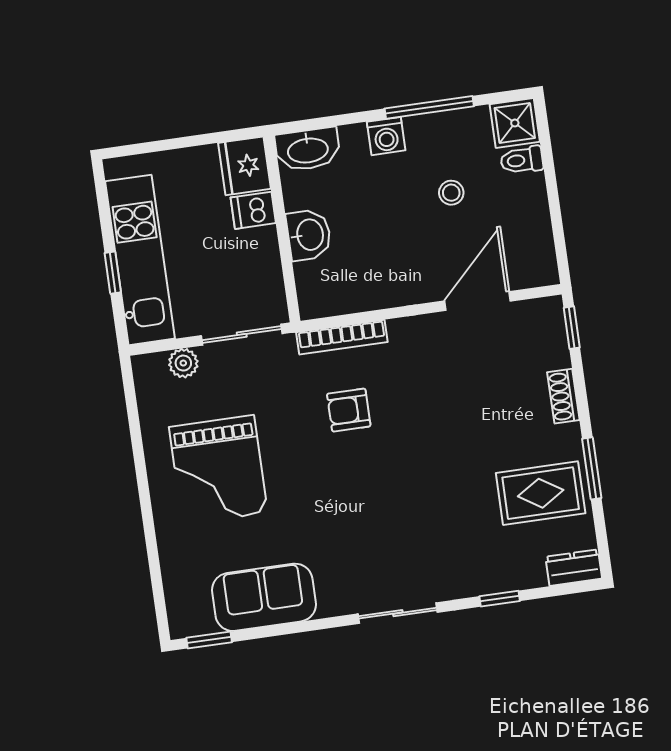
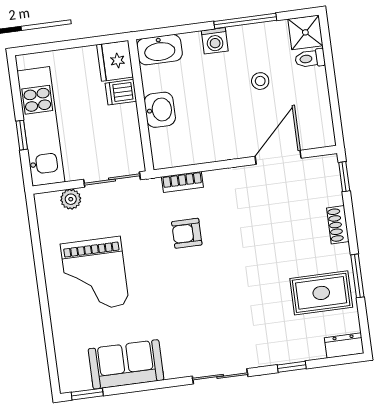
bookcase: (342, 337) -> (182, 182), width x0.64

